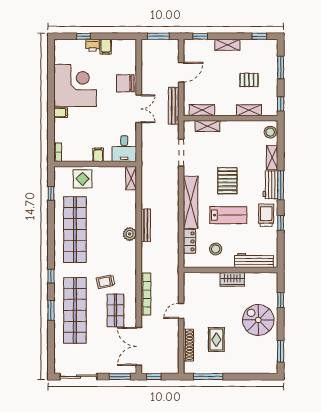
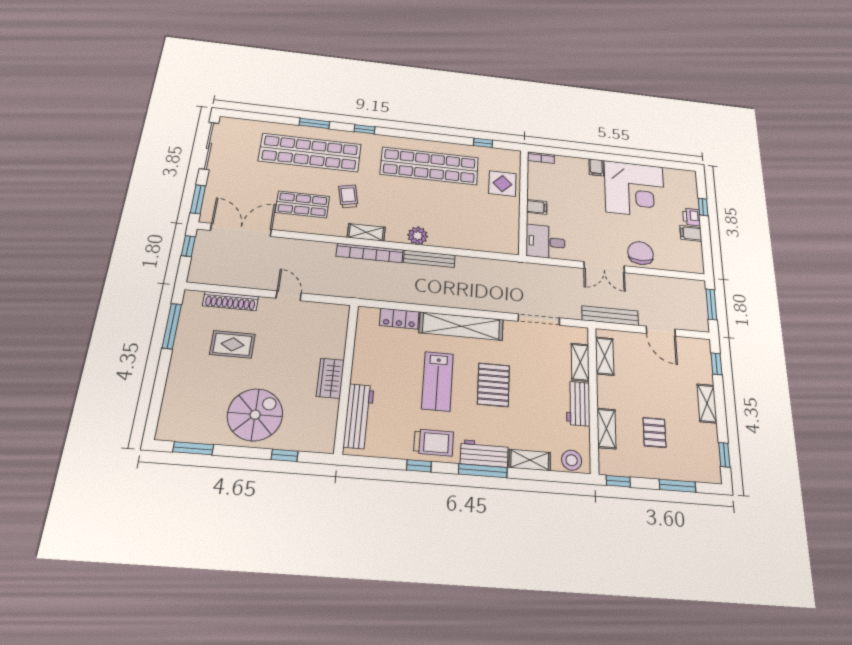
workbench: (235, 128) -> (578, 404), added
shelving: (131, 178) -> (366, 232), moved
pallet: (227, 181) -> (493, 385), turned 90
stool: (216, 249) -> (384, 357), removed
bookcase: (146, 294) -> (370, 253), moved

